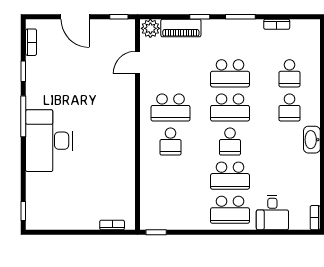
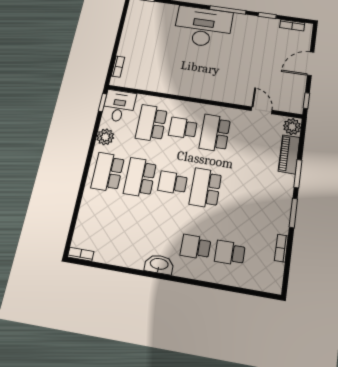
window: (200, 17) -> (298, 174), width x1.50
school desk: (230, 73) -> (151, 123), moved
desk: (272, 213) -> (119, 106), moved, turned 90
plant: (193, 221) -> (105, 137), added

